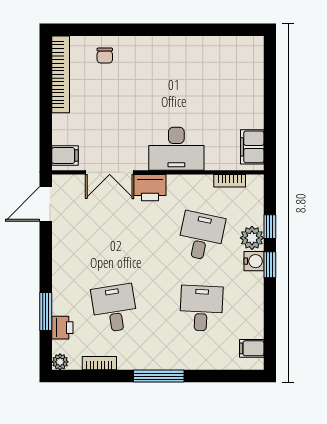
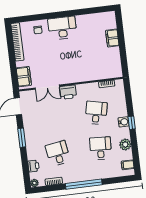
filing cabinet: (252, 147) -> (112, 38), moved
desk: (176, 149) -> (62, 28), moved, turned 180
filing cabinet: (65, 155) -> (24, 77), width x2.00
window: (270, 227) -> (129, 104), removed
plant: (252, 238) -> (125, 144), moved
window: (46, 311) -> (22, 138), moved
window: (159, 376) -> (84, 184), width x1.46

